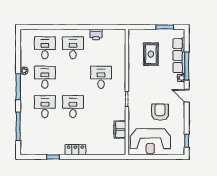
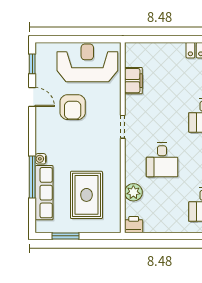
printer: (96, 34) -> (134, 225), moved
rug: (151, 54) -> (86, 195), width x1.36, depth x1.43
plant: (120, 56) -> (133, 192), added
door: (187, 96) -> (32, 97), moved

